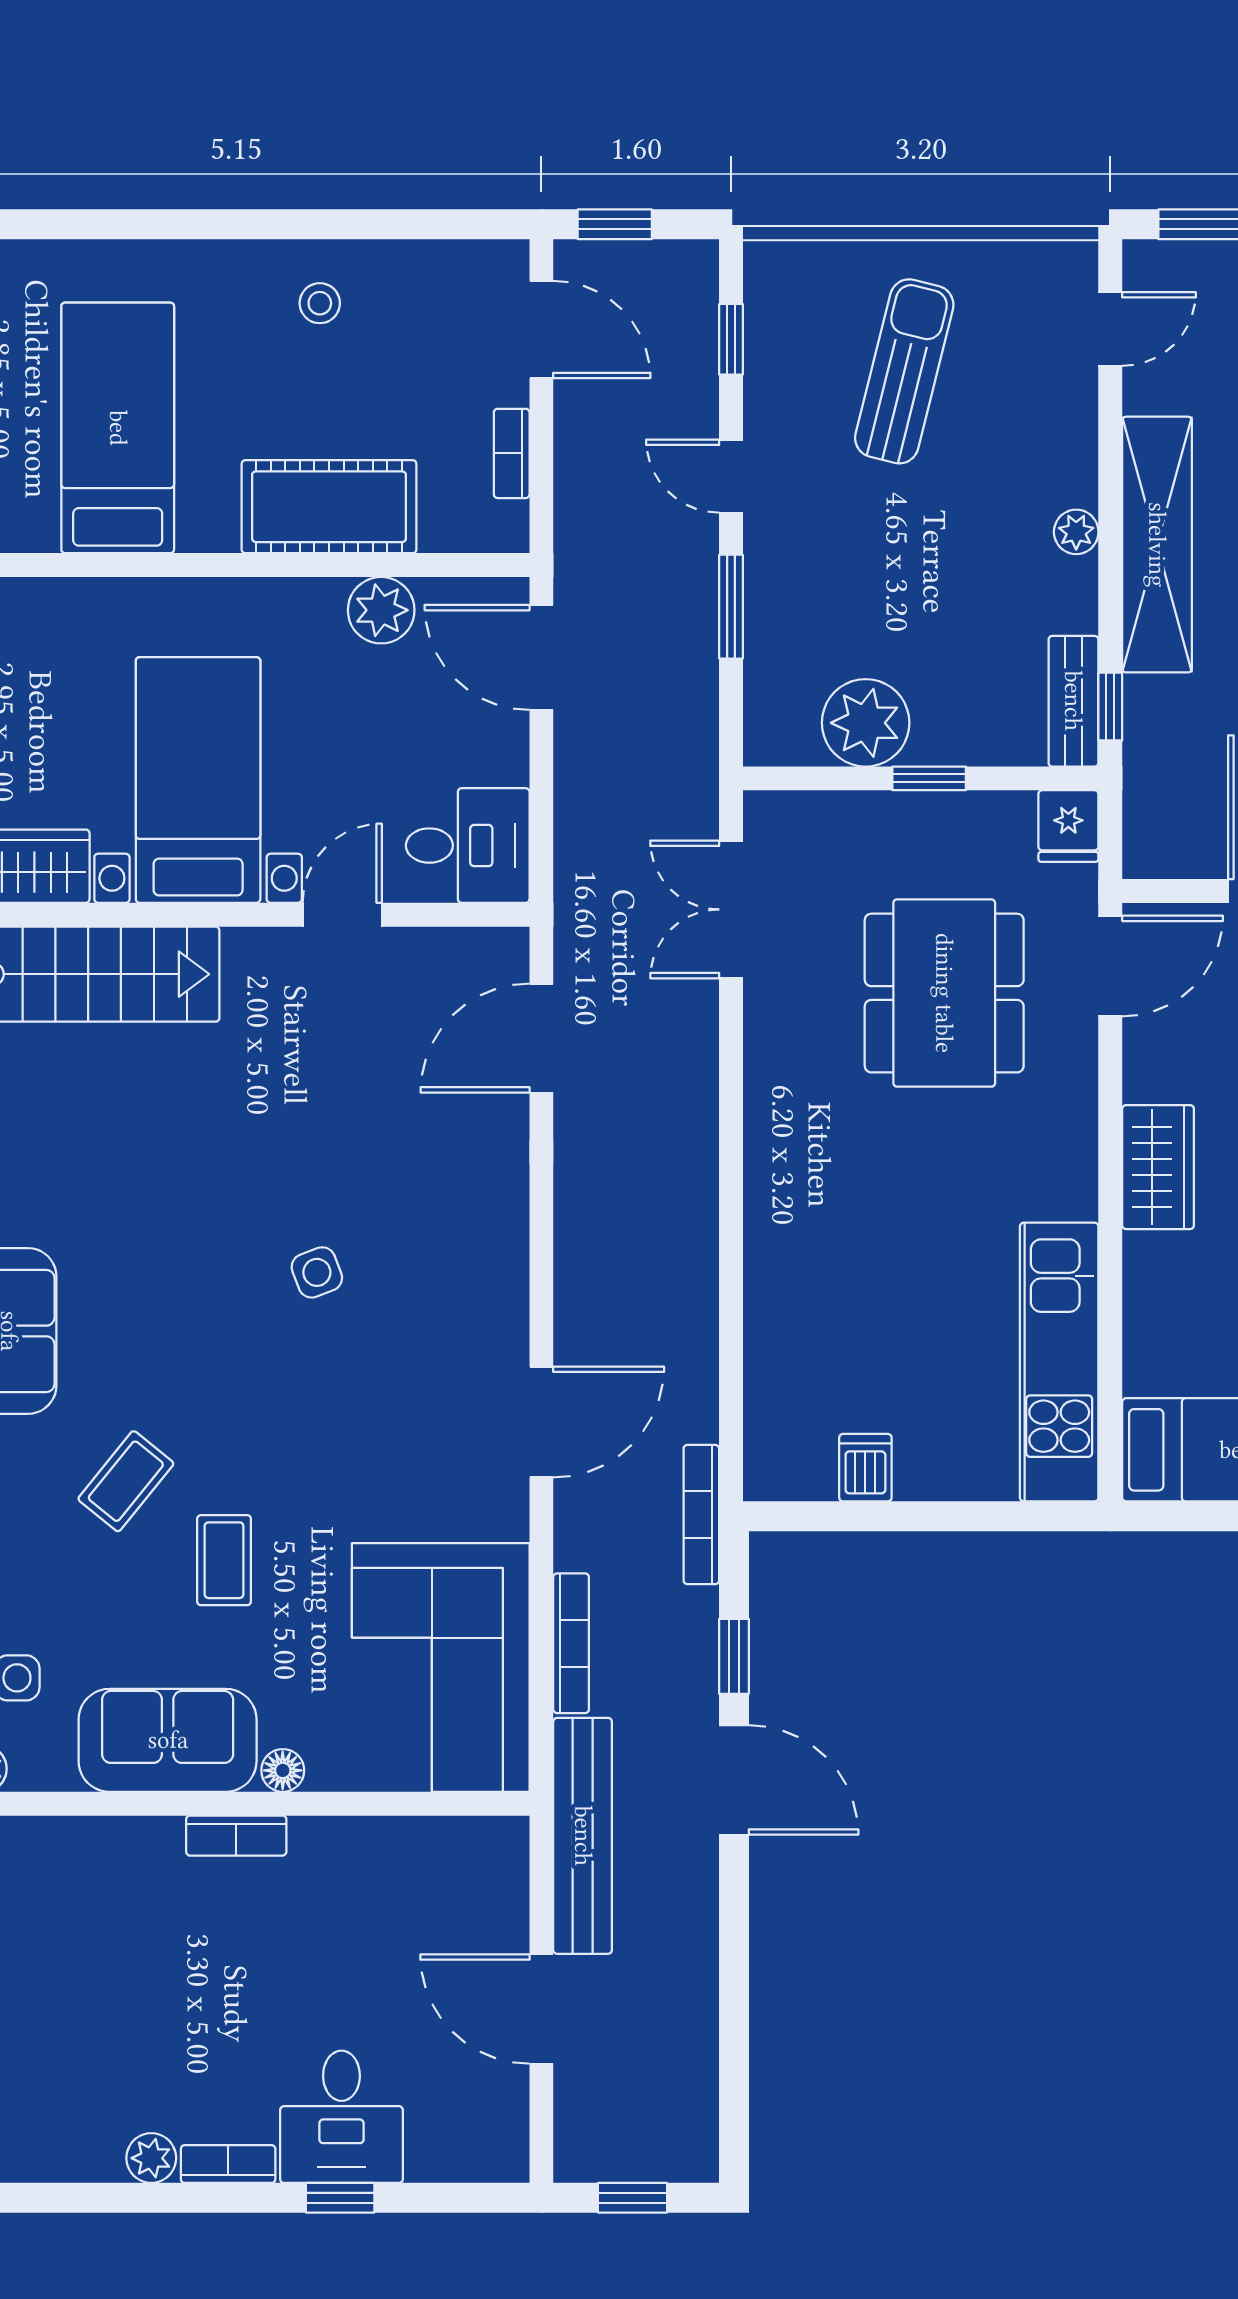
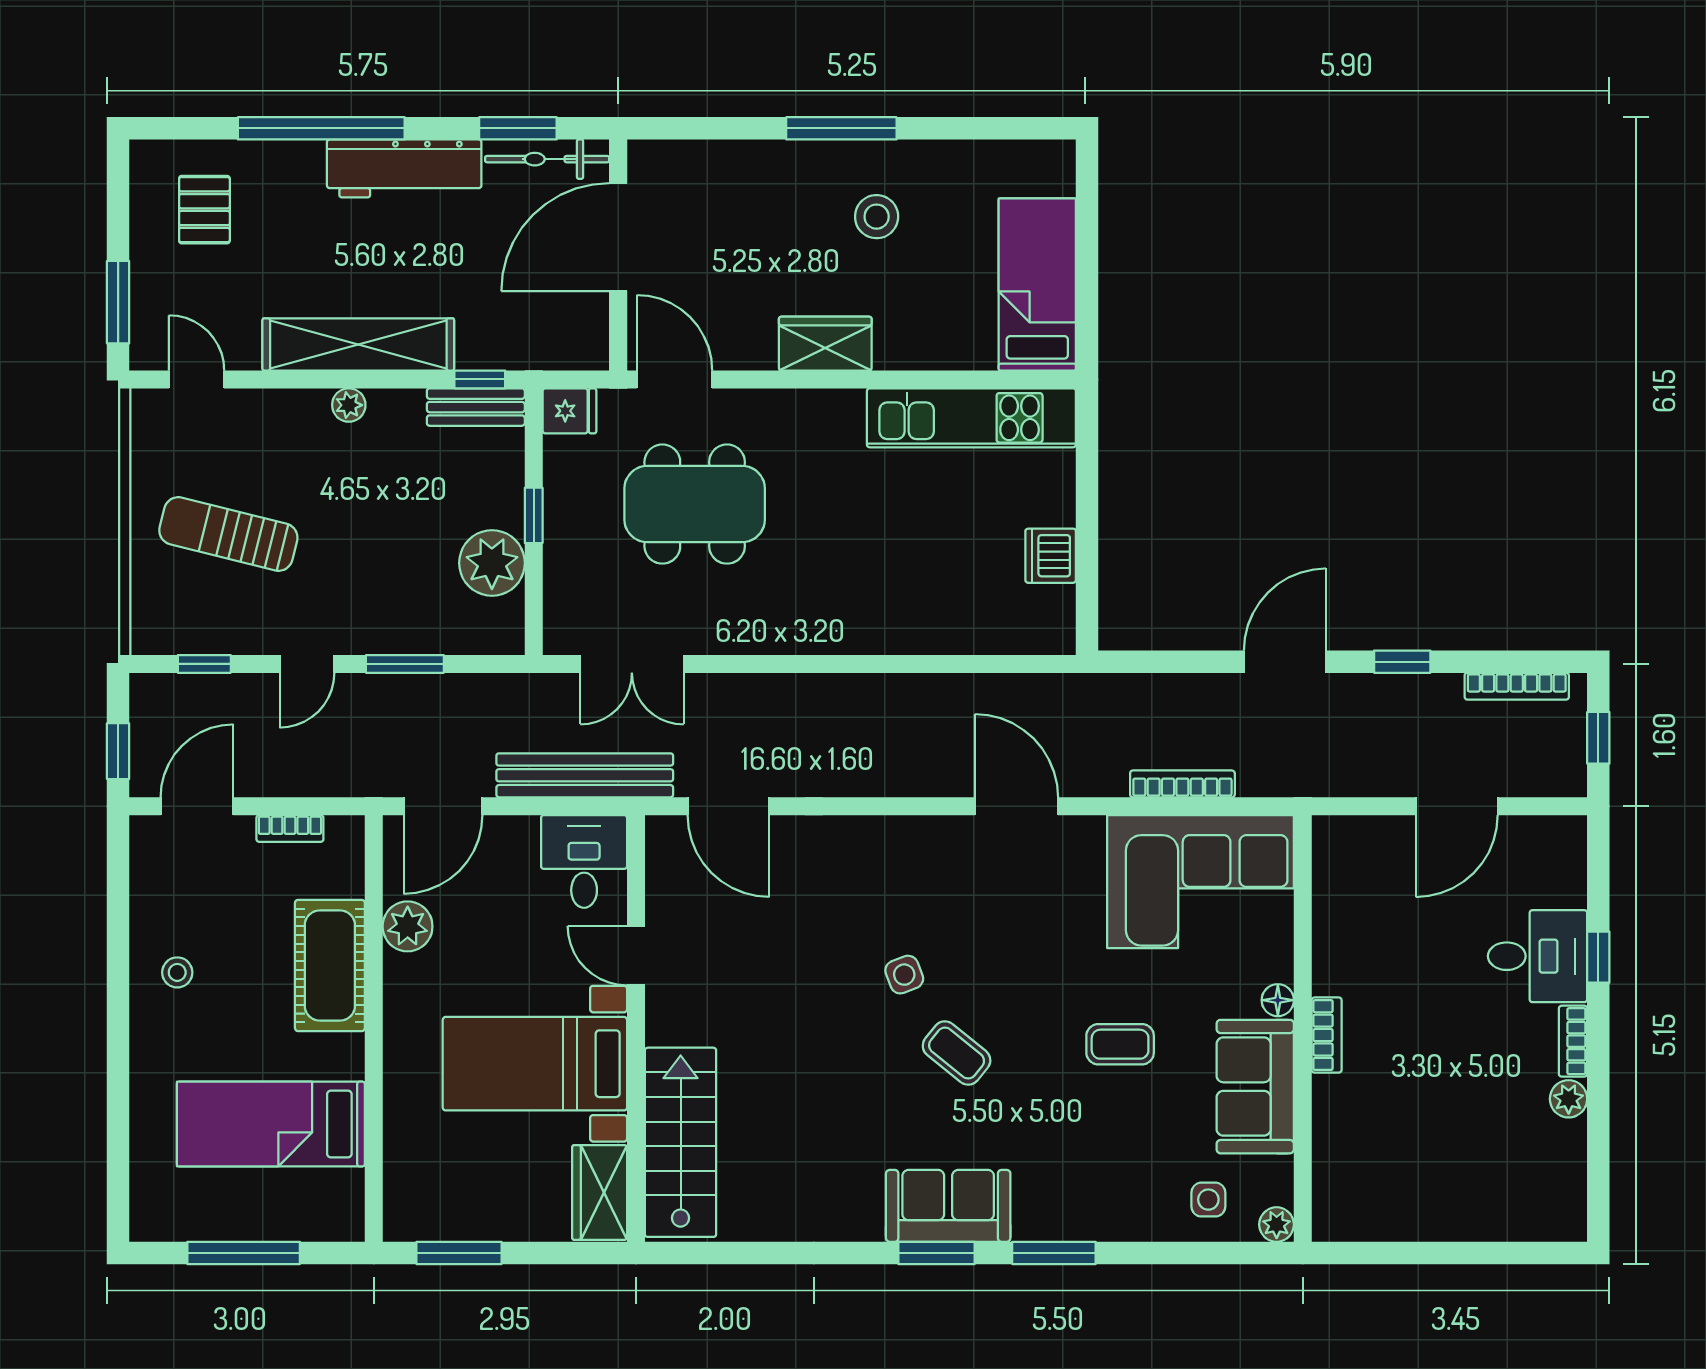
dishwasher: (865, 1468) -> (1051, 556), width x1.38
coffee table: (126, 1481) -> (957, 1053), moved
bookcase: (701, 1515) -> (1517, 686), moved
window: (734, 1656) -> (1402, 662), moved
bench: (583, 1836) -> (585, 775), moved

